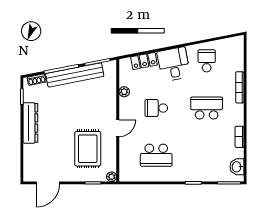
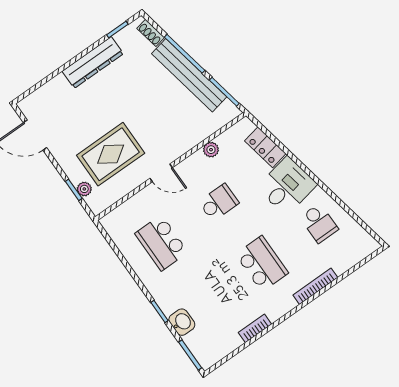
school desk: (207, 61) -> (319, 223), turned 90
school desk: (156, 108) -> (219, 202), turned 90
washbasin: (237, 167) -> (182, 322), moved, turned 90
plant: (112, 177) -> (84, 189), moved

